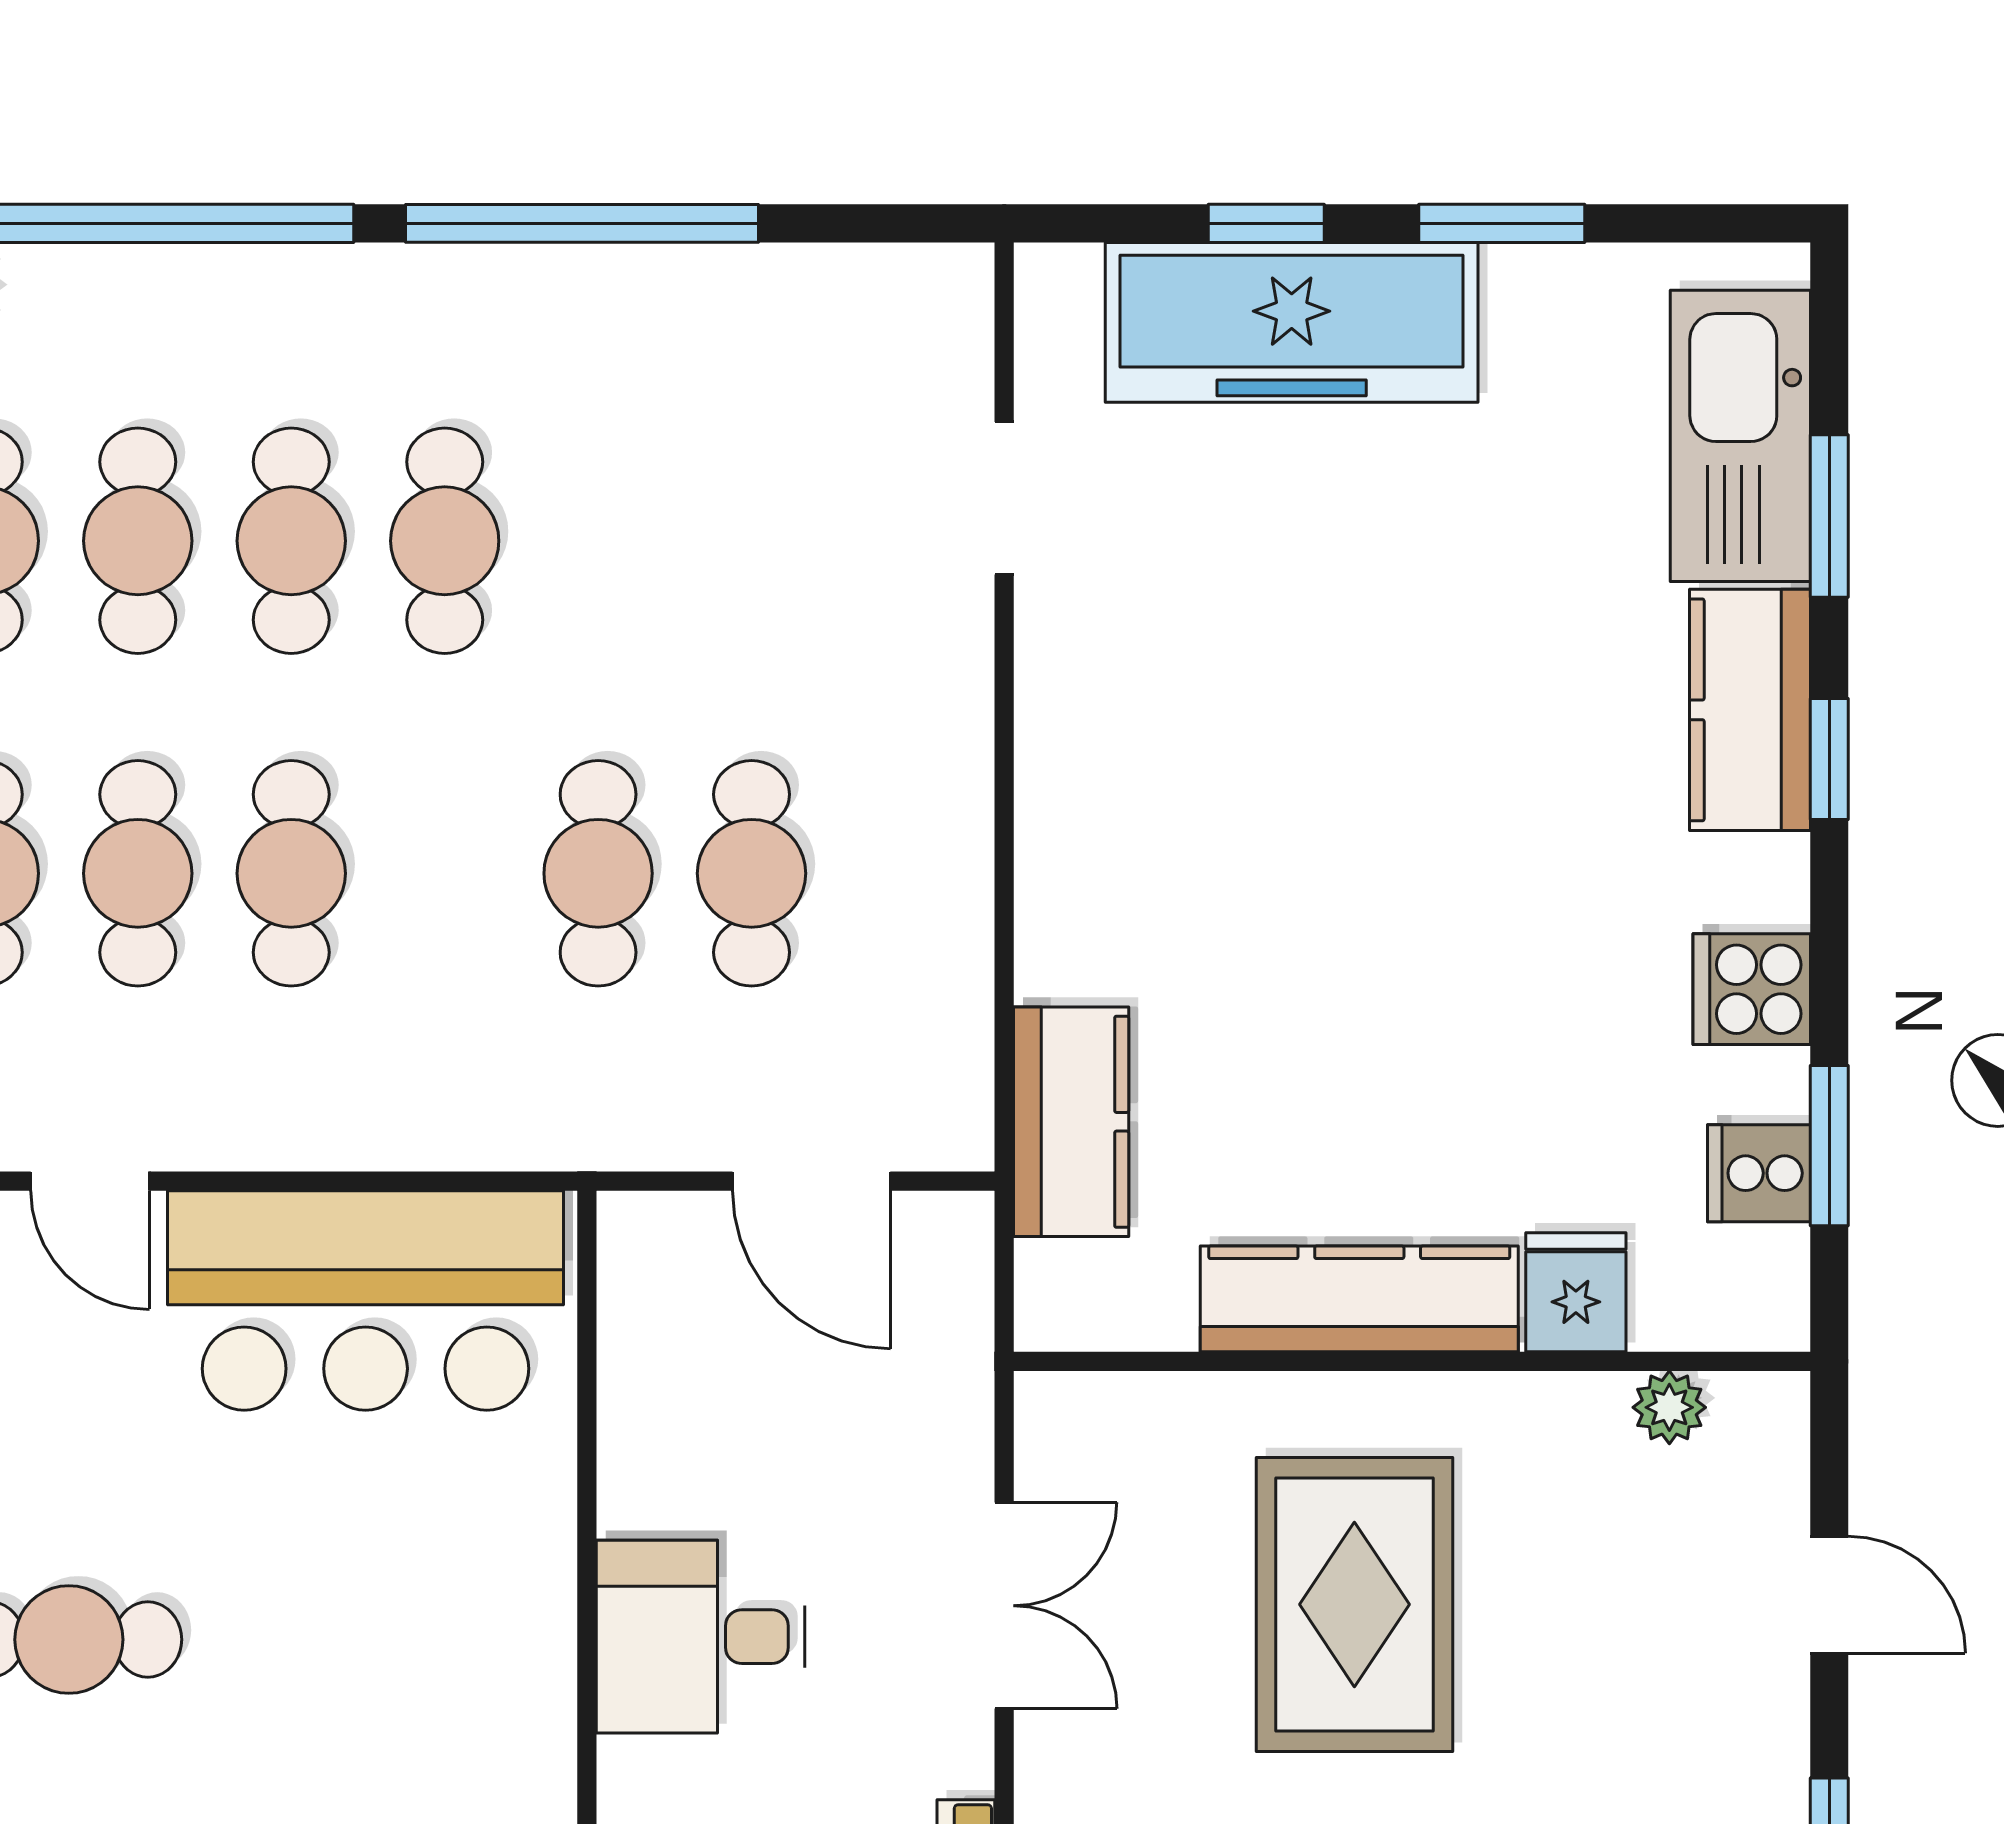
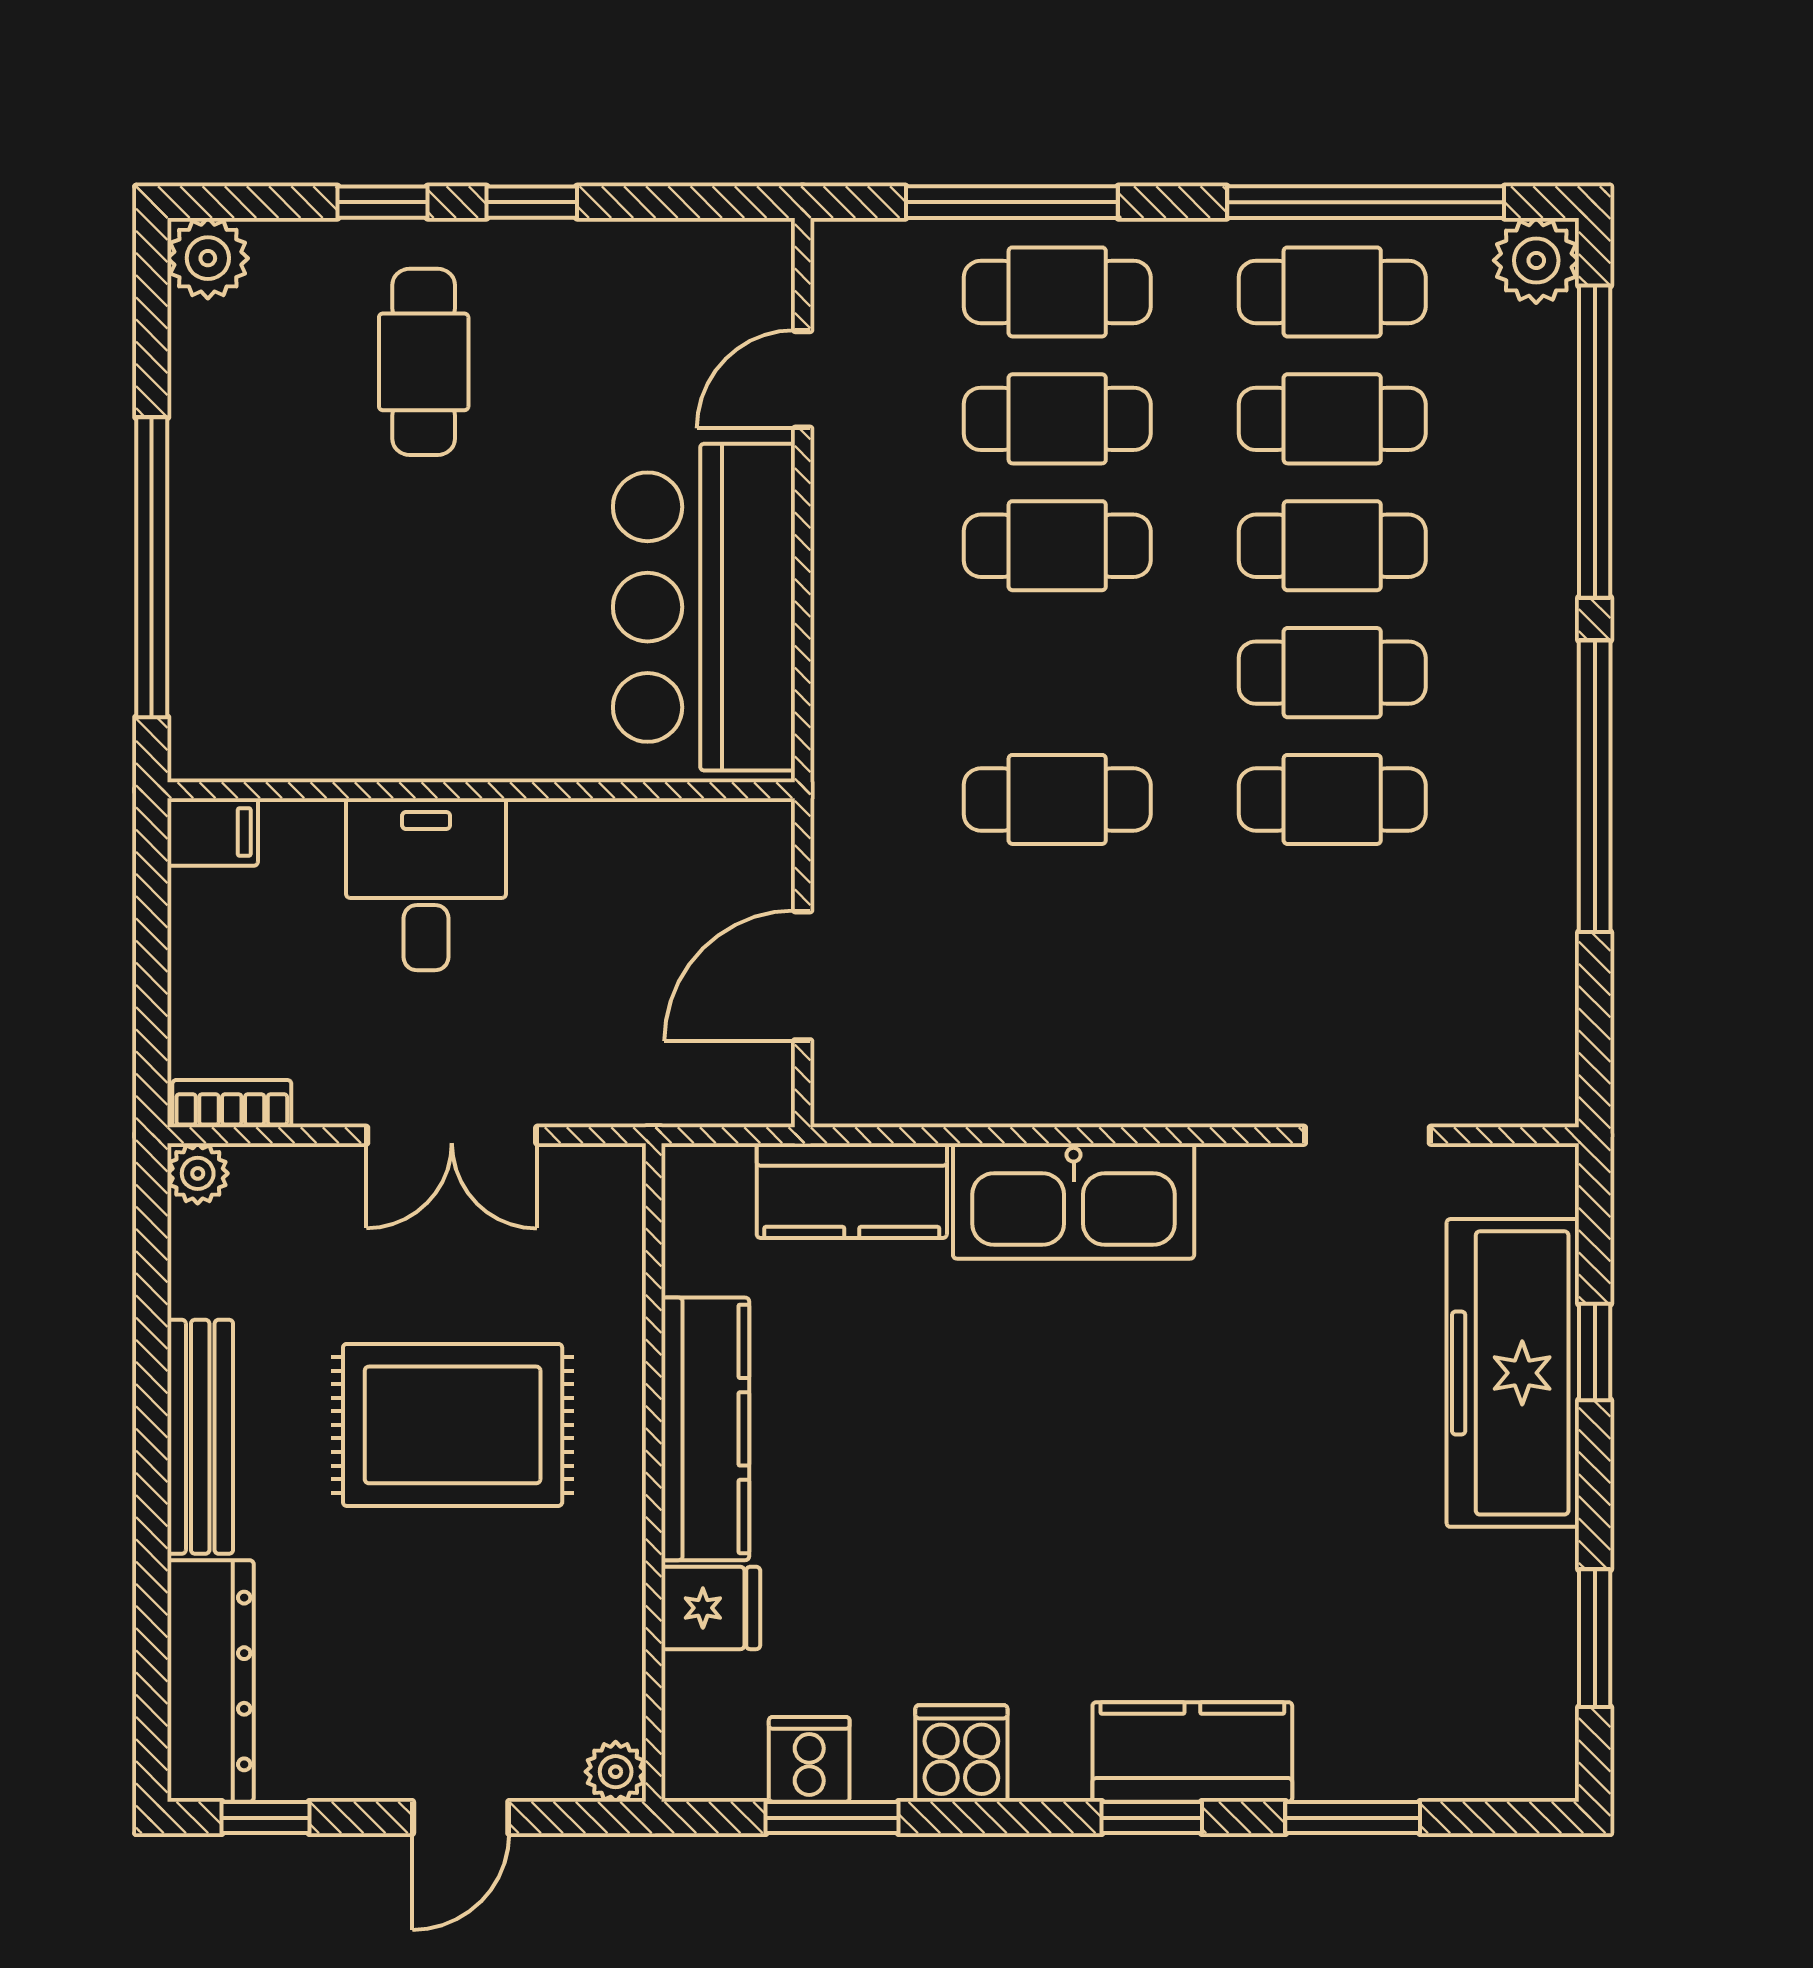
window: (1502, 223) -> (1595, 1638), moved
kitchen sink: (1740, 436) -> (1074, 1201), moved, turned 180
cafe table: (752, 873) -> (1332, 799), moved
plant: (1669, 1407) -> (616, 1772), moved

